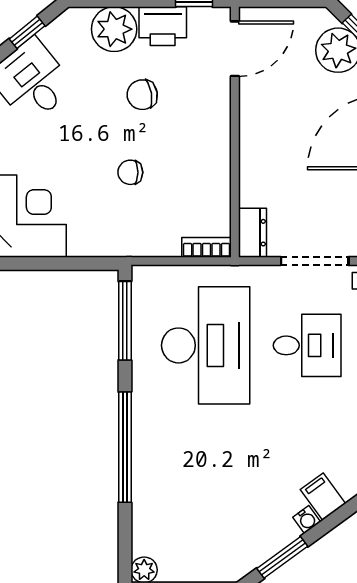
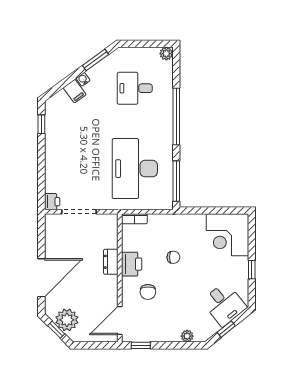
printer: (163, 26) -> (132, 264), moved, turned 90
plant: (114, 29) -> (187, 336), width x0.53, depth x0.53
chair: (142, 95) -> (148, 292), moved, turned 100
dresser: (252, 233) -> (111, 262), moved
desk: (307, 345) -> (135, 88), moved

